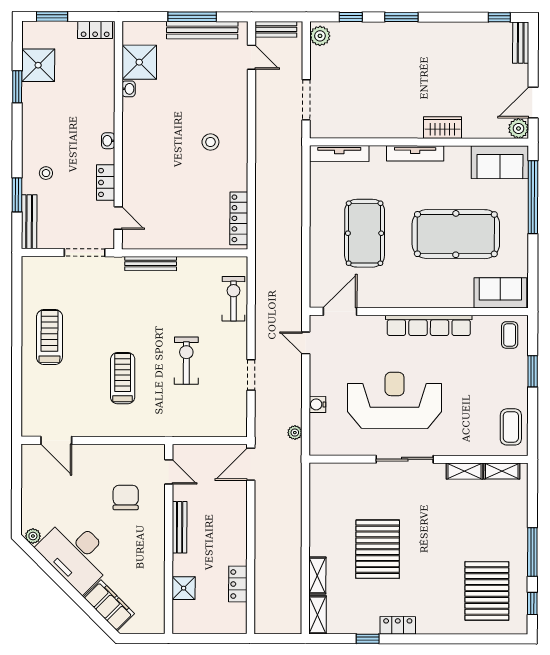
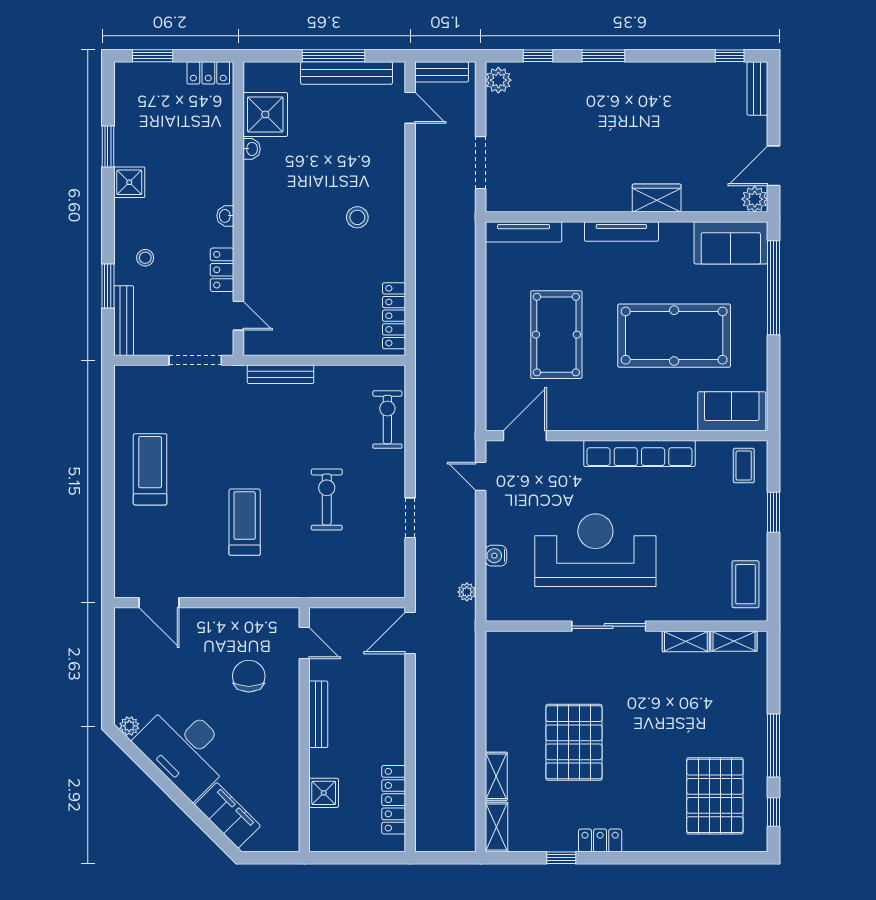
shower: (38, 65) -> (129, 182), moved, width x0.73, depth x0.73
locker: (238, 584) -> (394, 800), width x1.53

